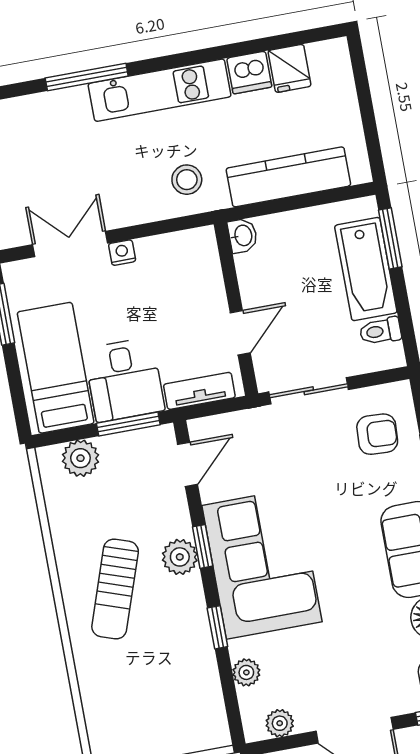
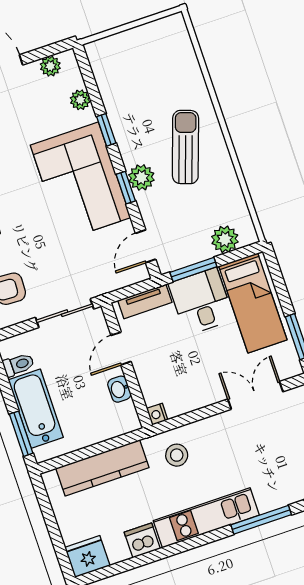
fridge: (290, 68) -> (87, 556), moved, width x1.38
washbasin: (243, 236) -> (119, 389), moved
double door: (70, 244) -> (255, 395), swing flipped
nightstand: (122, 253) -> (157, 414), moved, turned 90

